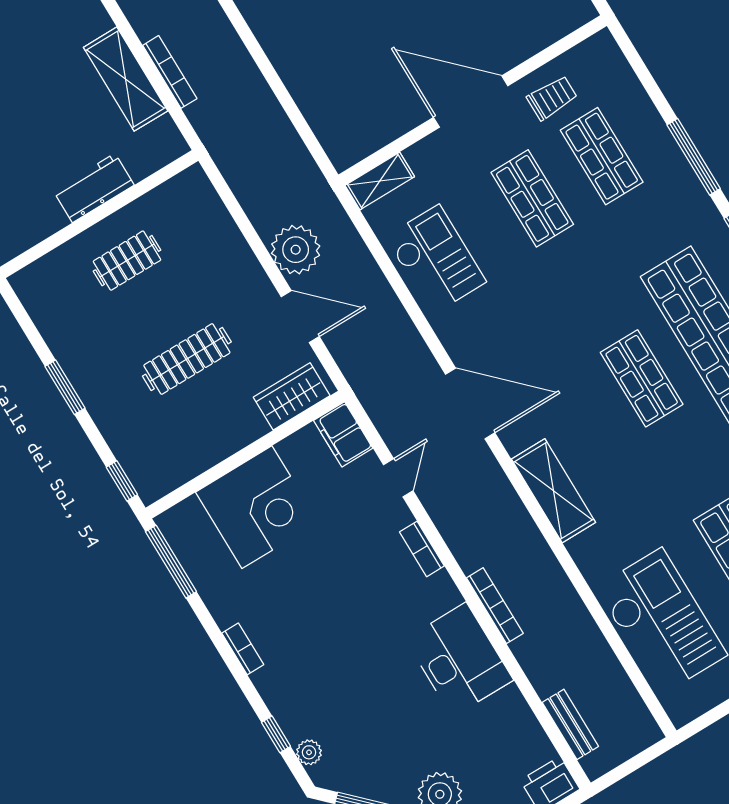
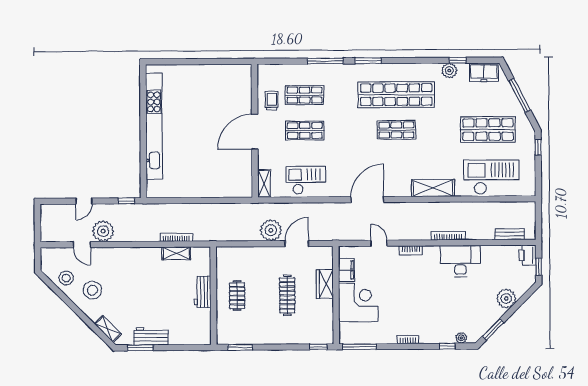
shelving: (126, 79) -> (176, 253), width x0.67, depth x0.75
window: (65, 387) -> (240, 347), moved
wardrobe: (292, 396) -> (325, 284), moved
filing cabinet: (343, 434) -> (346, 270), moved, turned -90
shelving: (554, 491) -> (433, 188), moved

